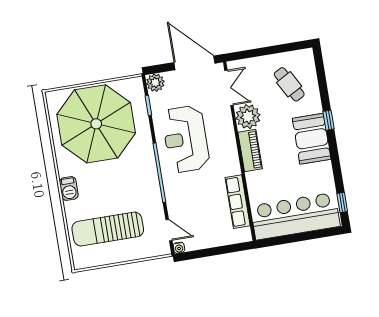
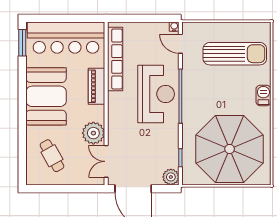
window: (329, 120) -> (22, 118), removed
reception desk: (186, 139) -> (156, 94), moved
booth: (312, 139) -> (46, 96), width x1.36, depth x1.42
piano: (250, 151) -> (97, 86), moved
row of seats: (238, 202) -> (115, 59), width x1.36
window: (342, 202) -> (22, 43), width x1.50

